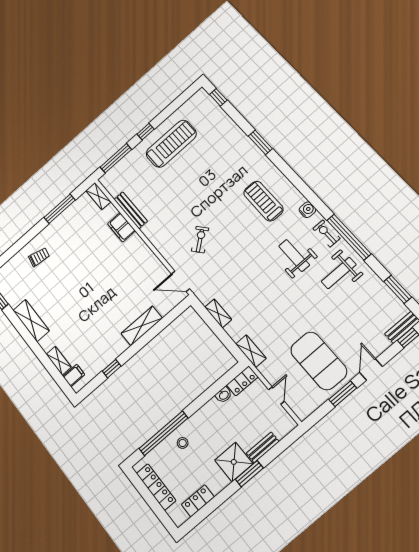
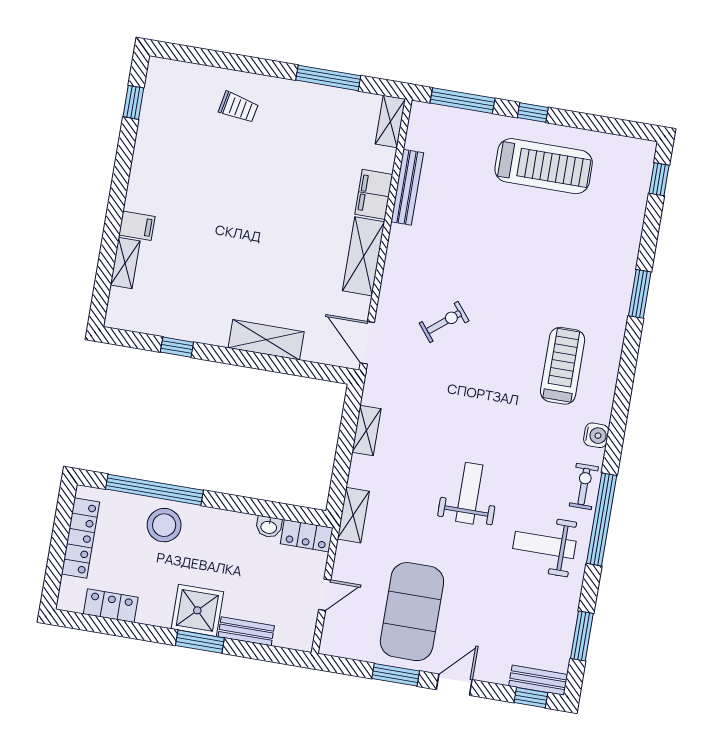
weight bench: (294, 256) -> (469, 493), moved
shelving: (31, 321) -> (363, 256), moved
filing cabinet: (74, 375) -> (137, 226), moved
stool: (183, 443) -> (164, 525), width x1.89, depth x1.89

